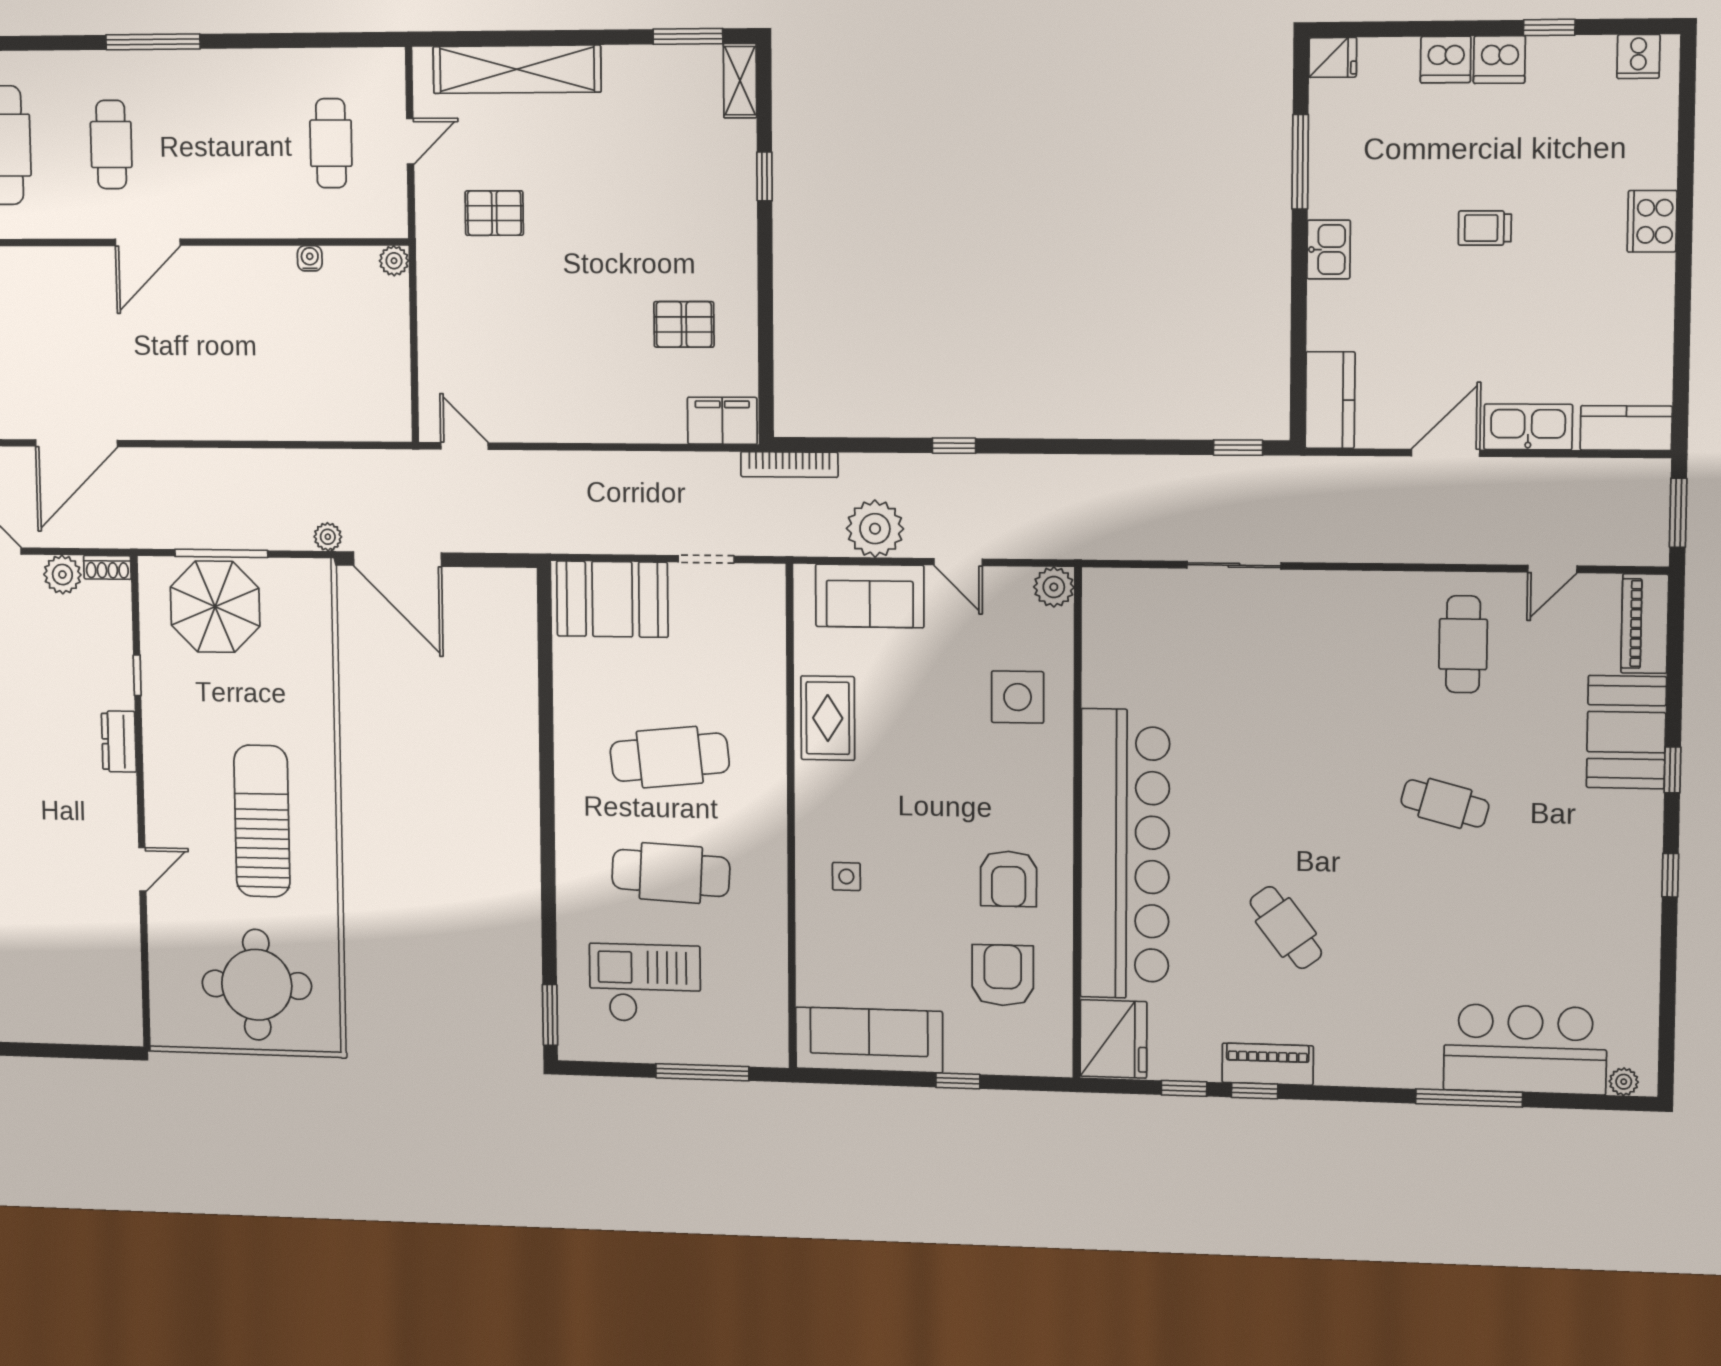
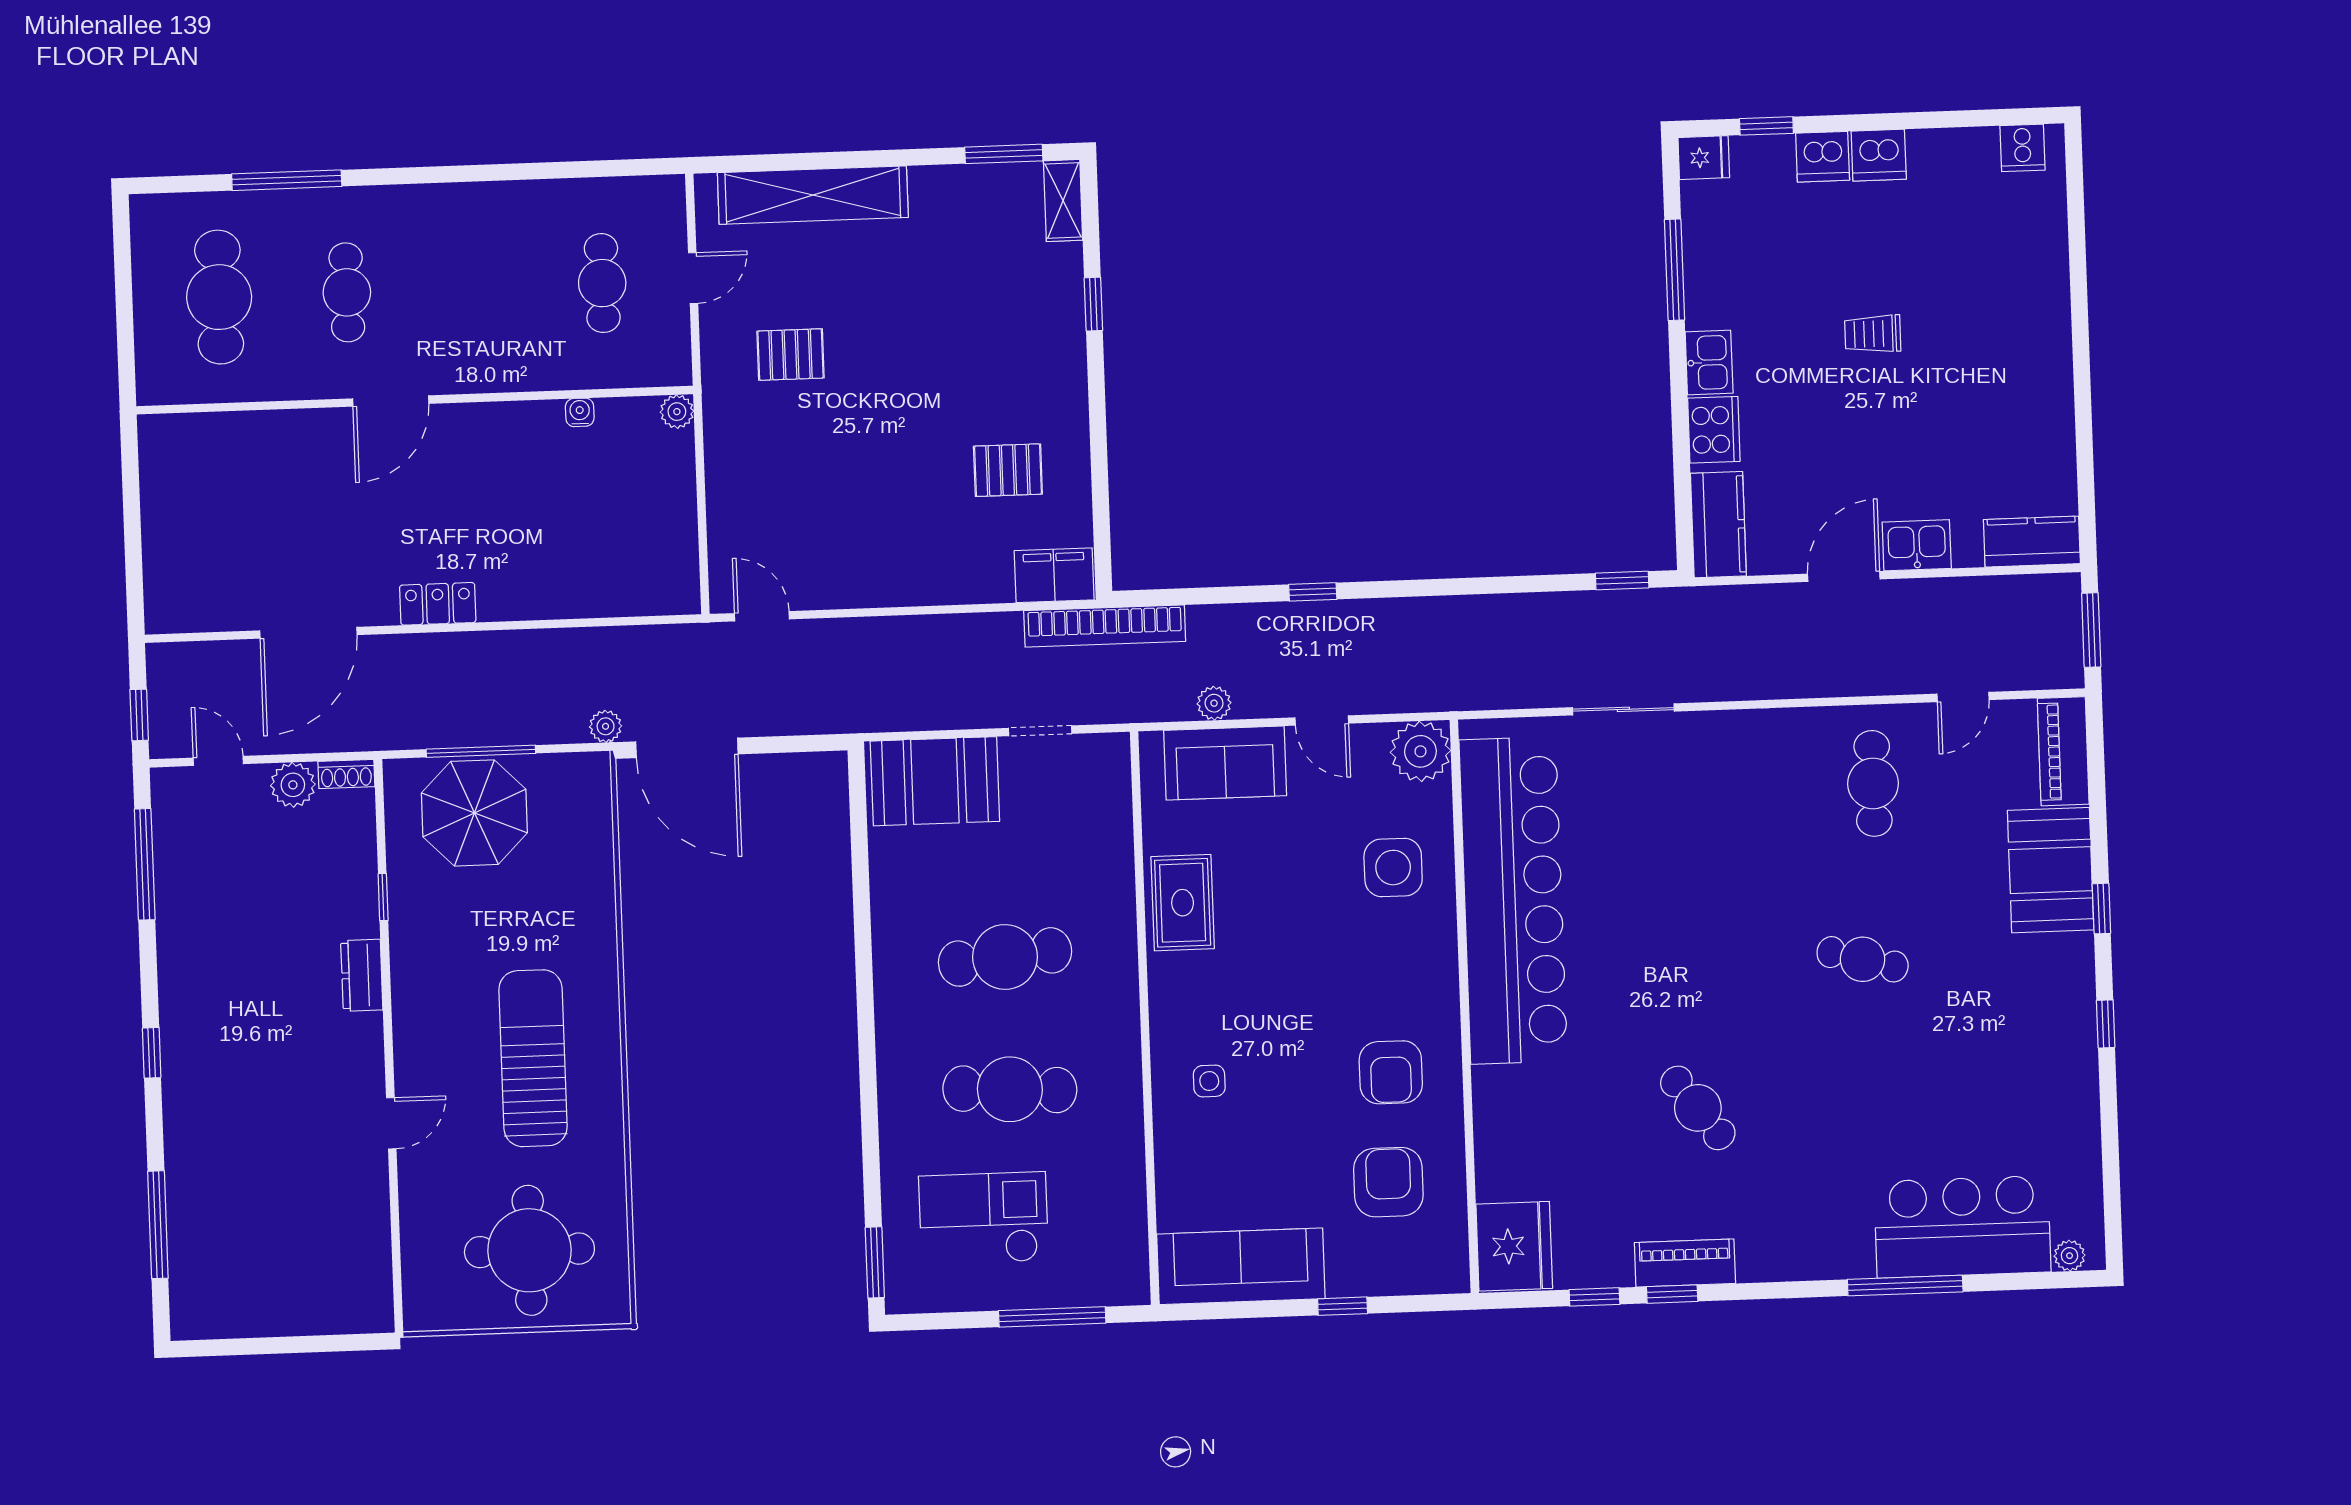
window: (1549, 27) -> (1766, 126), moved
window: (153, 42) -> (287, 180), moved
cooker: (1652, 221) -> (1714, 430), moved, turned 180
locker: (186, 423) -> (438, 604), added
kitchen sink: (1528, 427) -> (1917, 545), width x0.73
bookcase: (789, 464) -> (1105, 626), width x1.48, depth x1.31
plant: (875, 529) -> (1214, 703), width x0.53, depth x0.53
plant: (1054, 587) -> (1420, 751), width x1.36, depth x1.36
bar counter: (1125, 854) -> (1513, 900), moved

